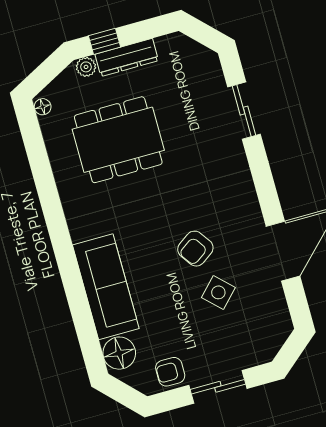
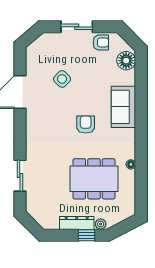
floor lamp: (43, 107) -> (131, 164), moved
armchair: (195, 249) -> (86, 125), moved, turned -55
sofa: (106, 287) -> (123, 107), width x0.73

